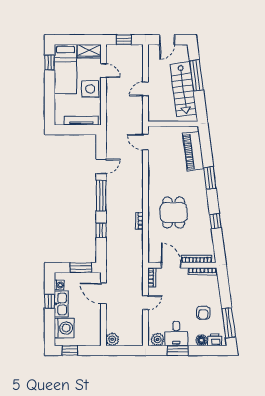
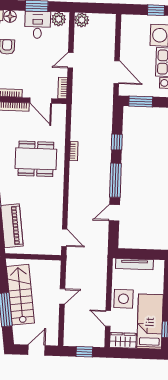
dining table: (174, 212) -> (36, 159), width x1.38
plant: (112, 339) -> (82, 20), moved

